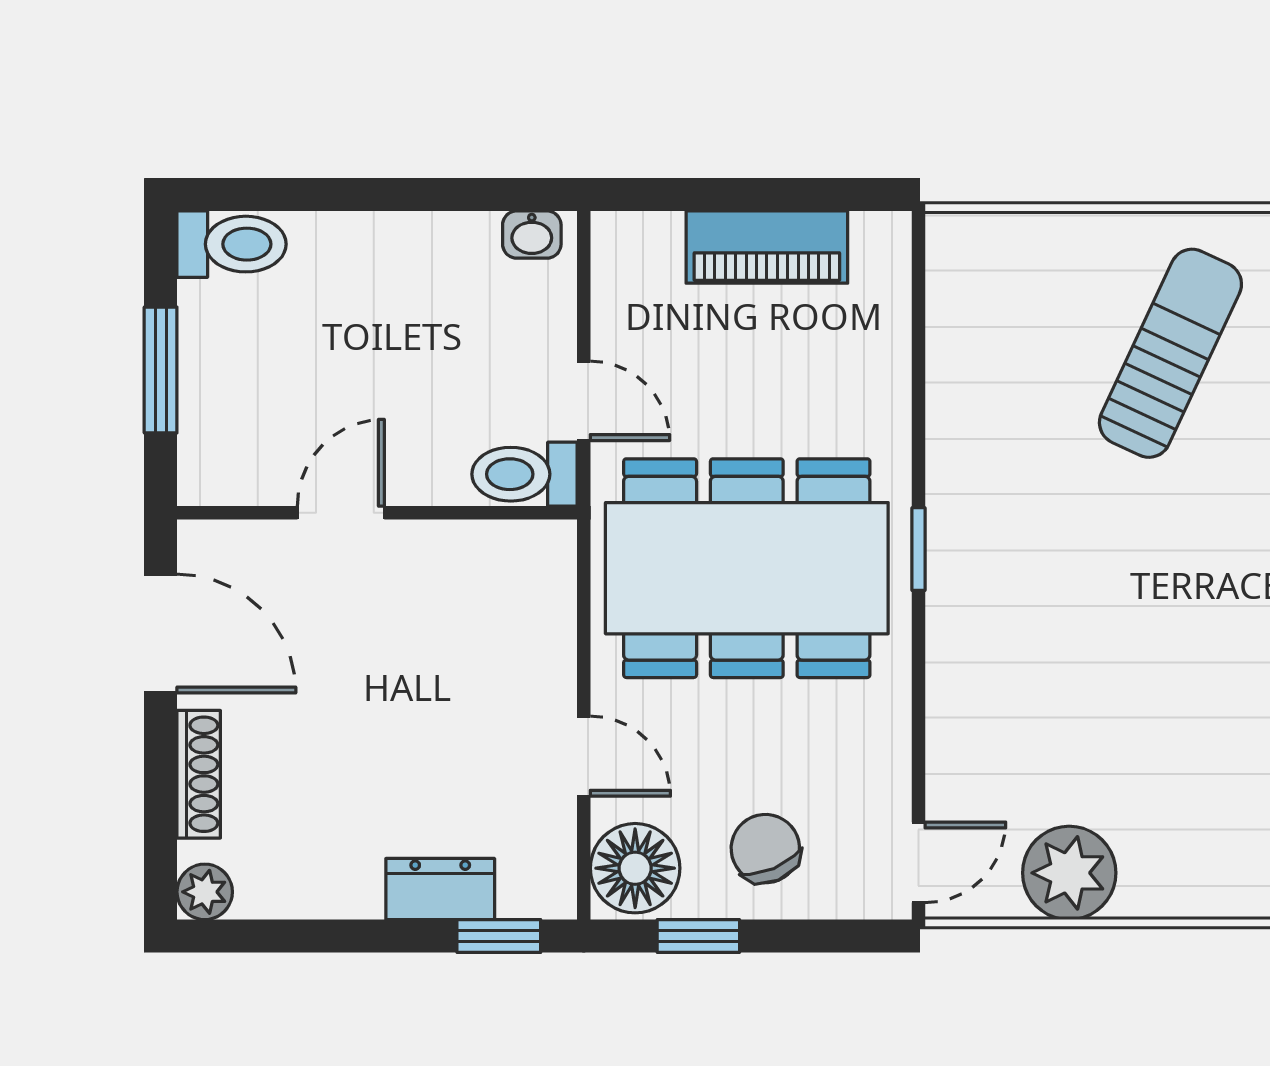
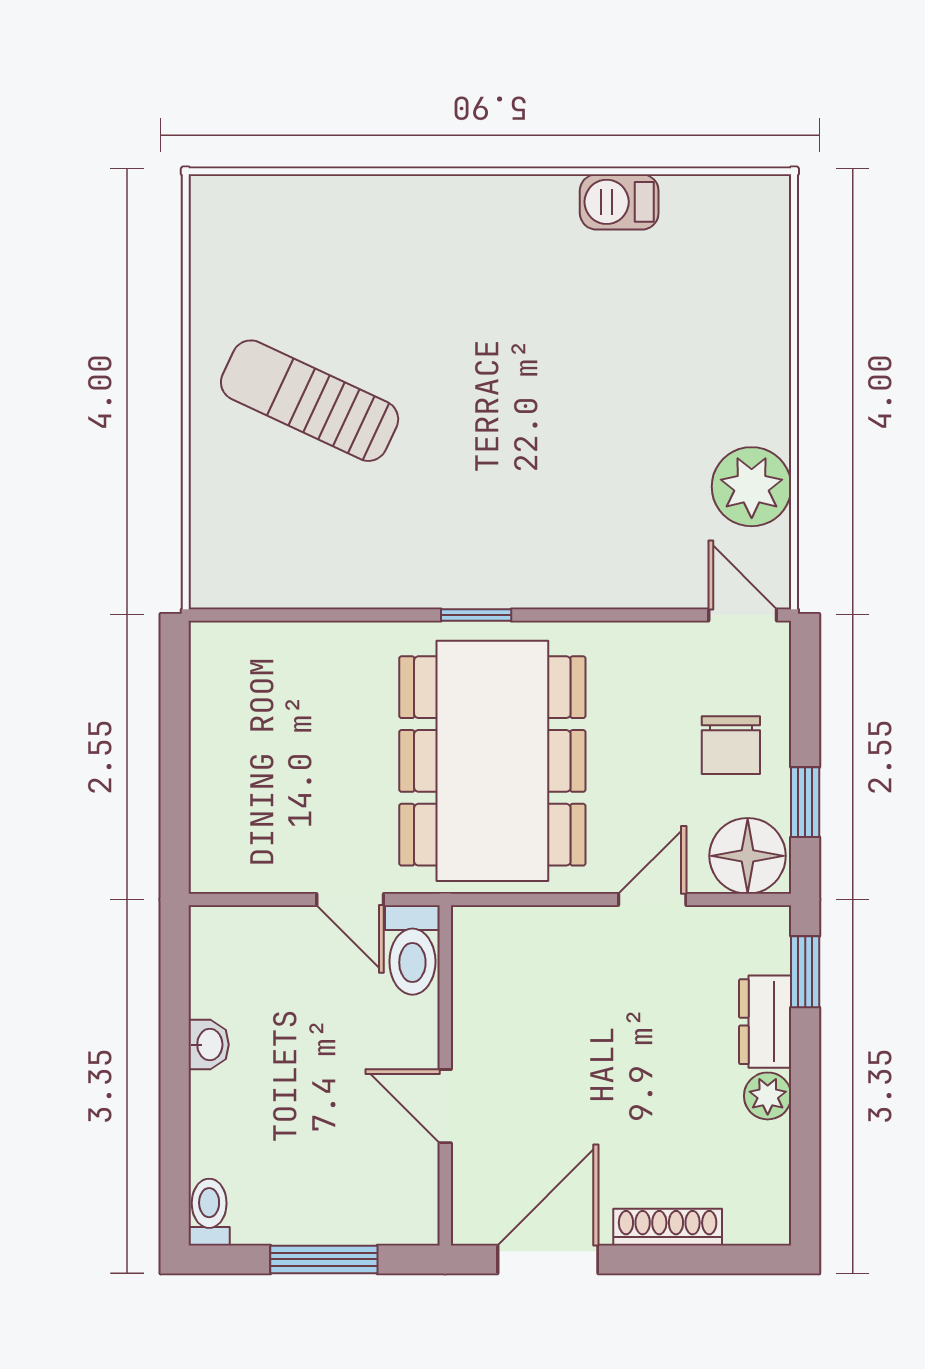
washbasin: (532, 235) -> (209, 1045), moved
toilet: (232, 244) -> (209, 1212), width x0.73, depth x0.72
piano: (767, 247) -> (219, 744), removed
door: (584, 401) -> (350, 900), swing flipped
chair: (765, 849) -> (731, 745), turned -67
plant: (205, 892) -> (768, 1096), moved

